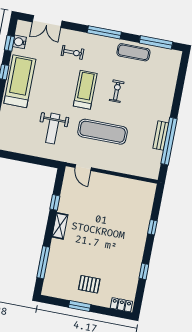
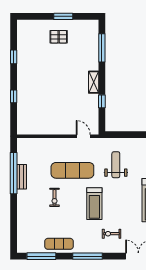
exercise bike: (117, 91) -> (55, 197), moved
locker: (121, 305) -> (28, 24), removed

